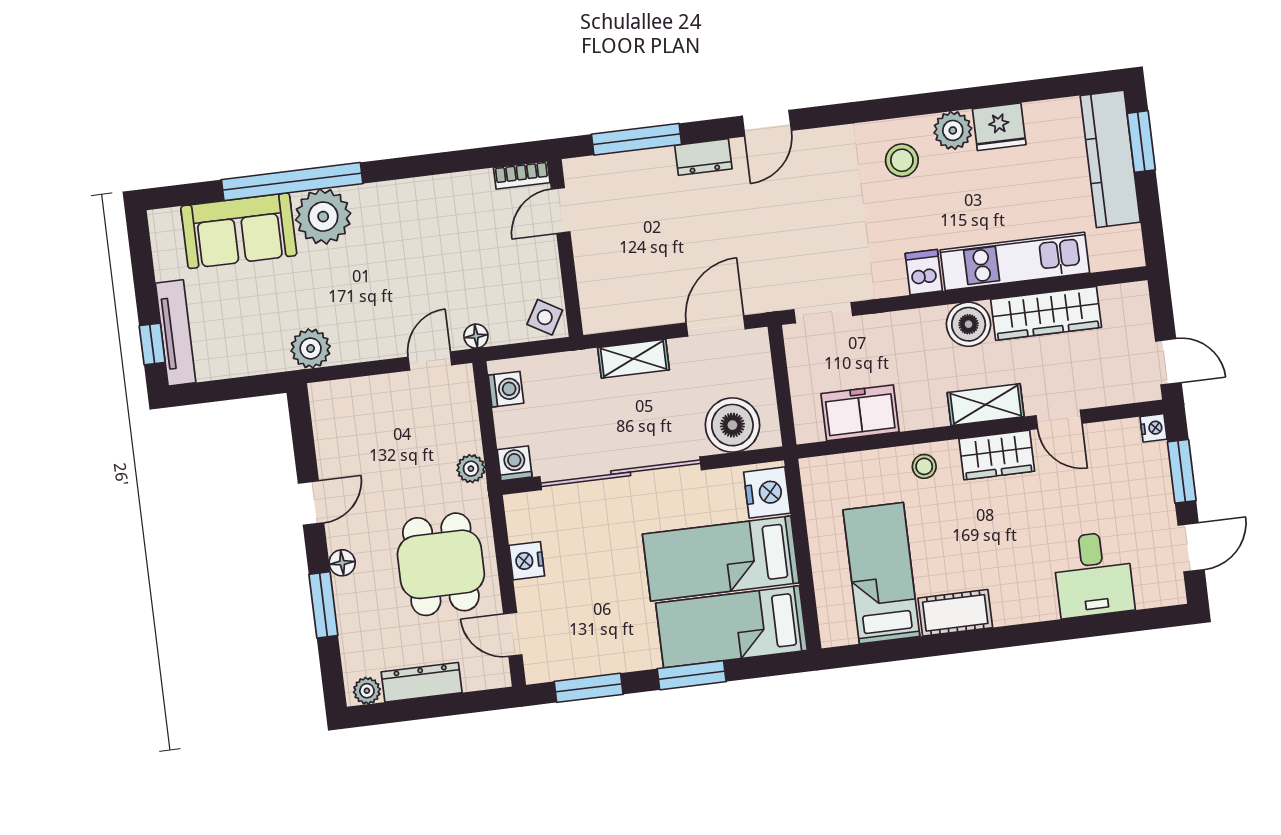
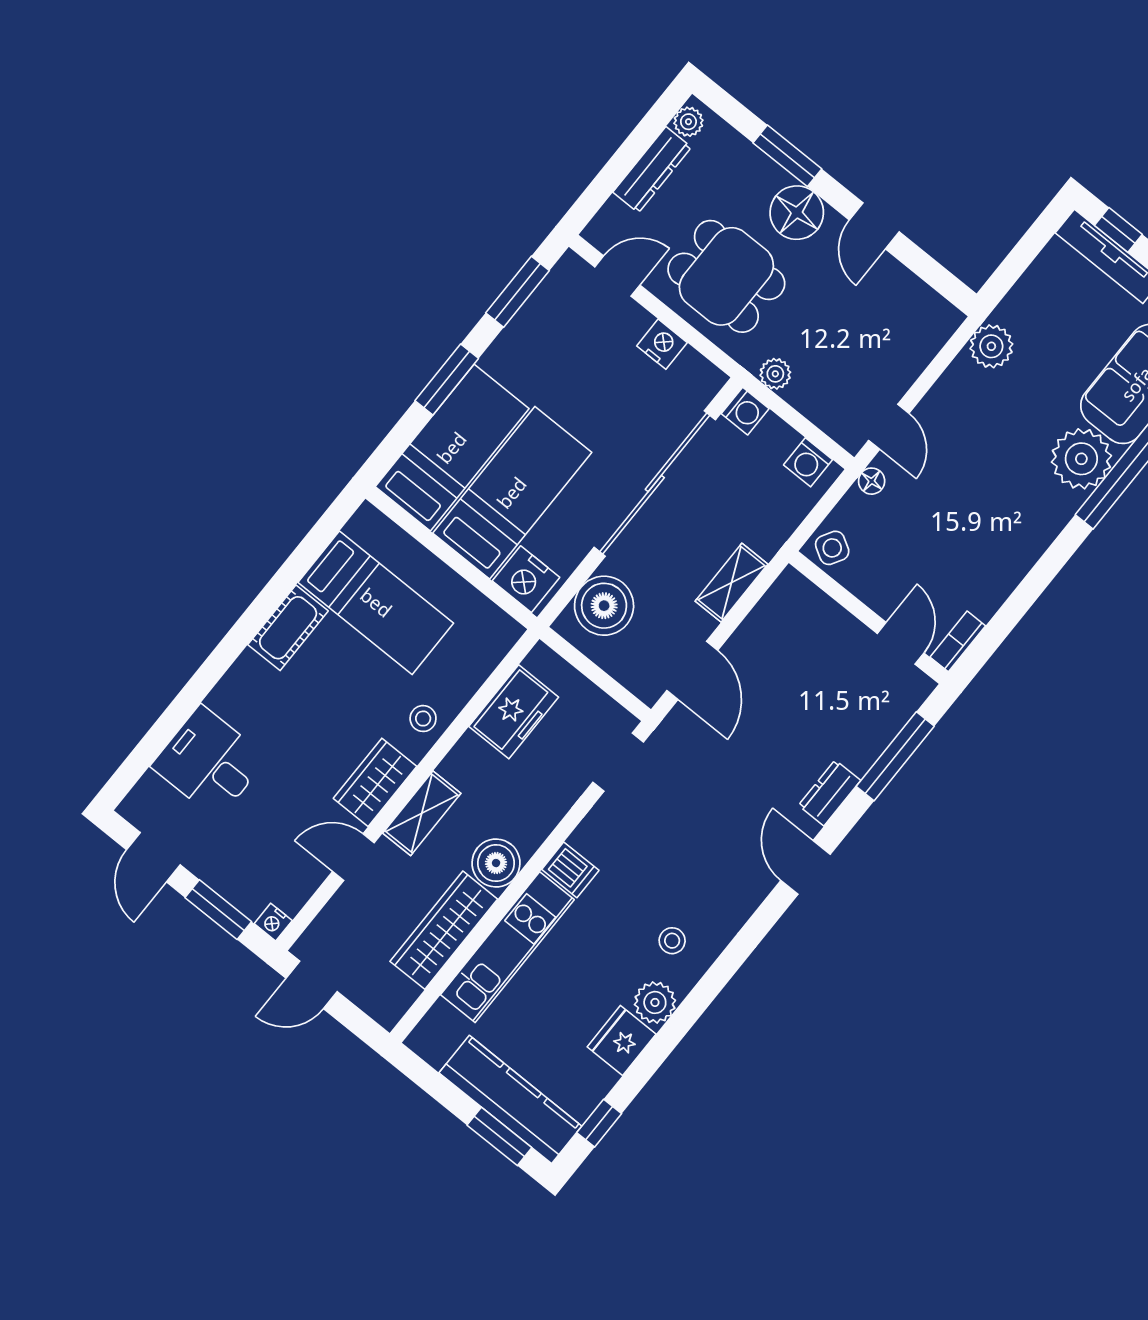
window: (1067, 86) -> (599, 1123), added
stool: (902, 160) -> (672, 941), width x0.73, depth x0.73
floor lamp: (342, 563) -> (797, 213), width x1.89, depth x1.89

